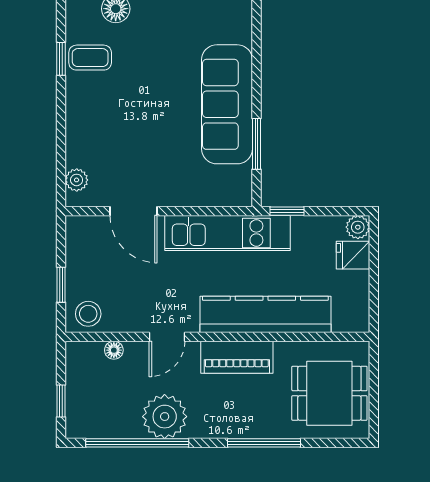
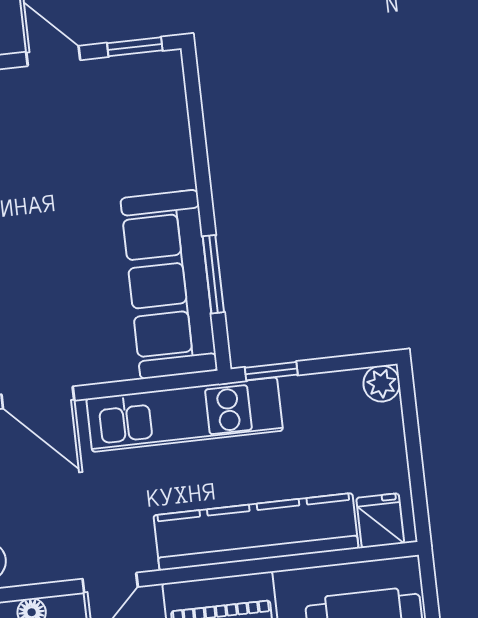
sofa: (227, 104) -> (169, 284), moved
fridge: (353, 255) -> (380, 521), moved, turned 90

